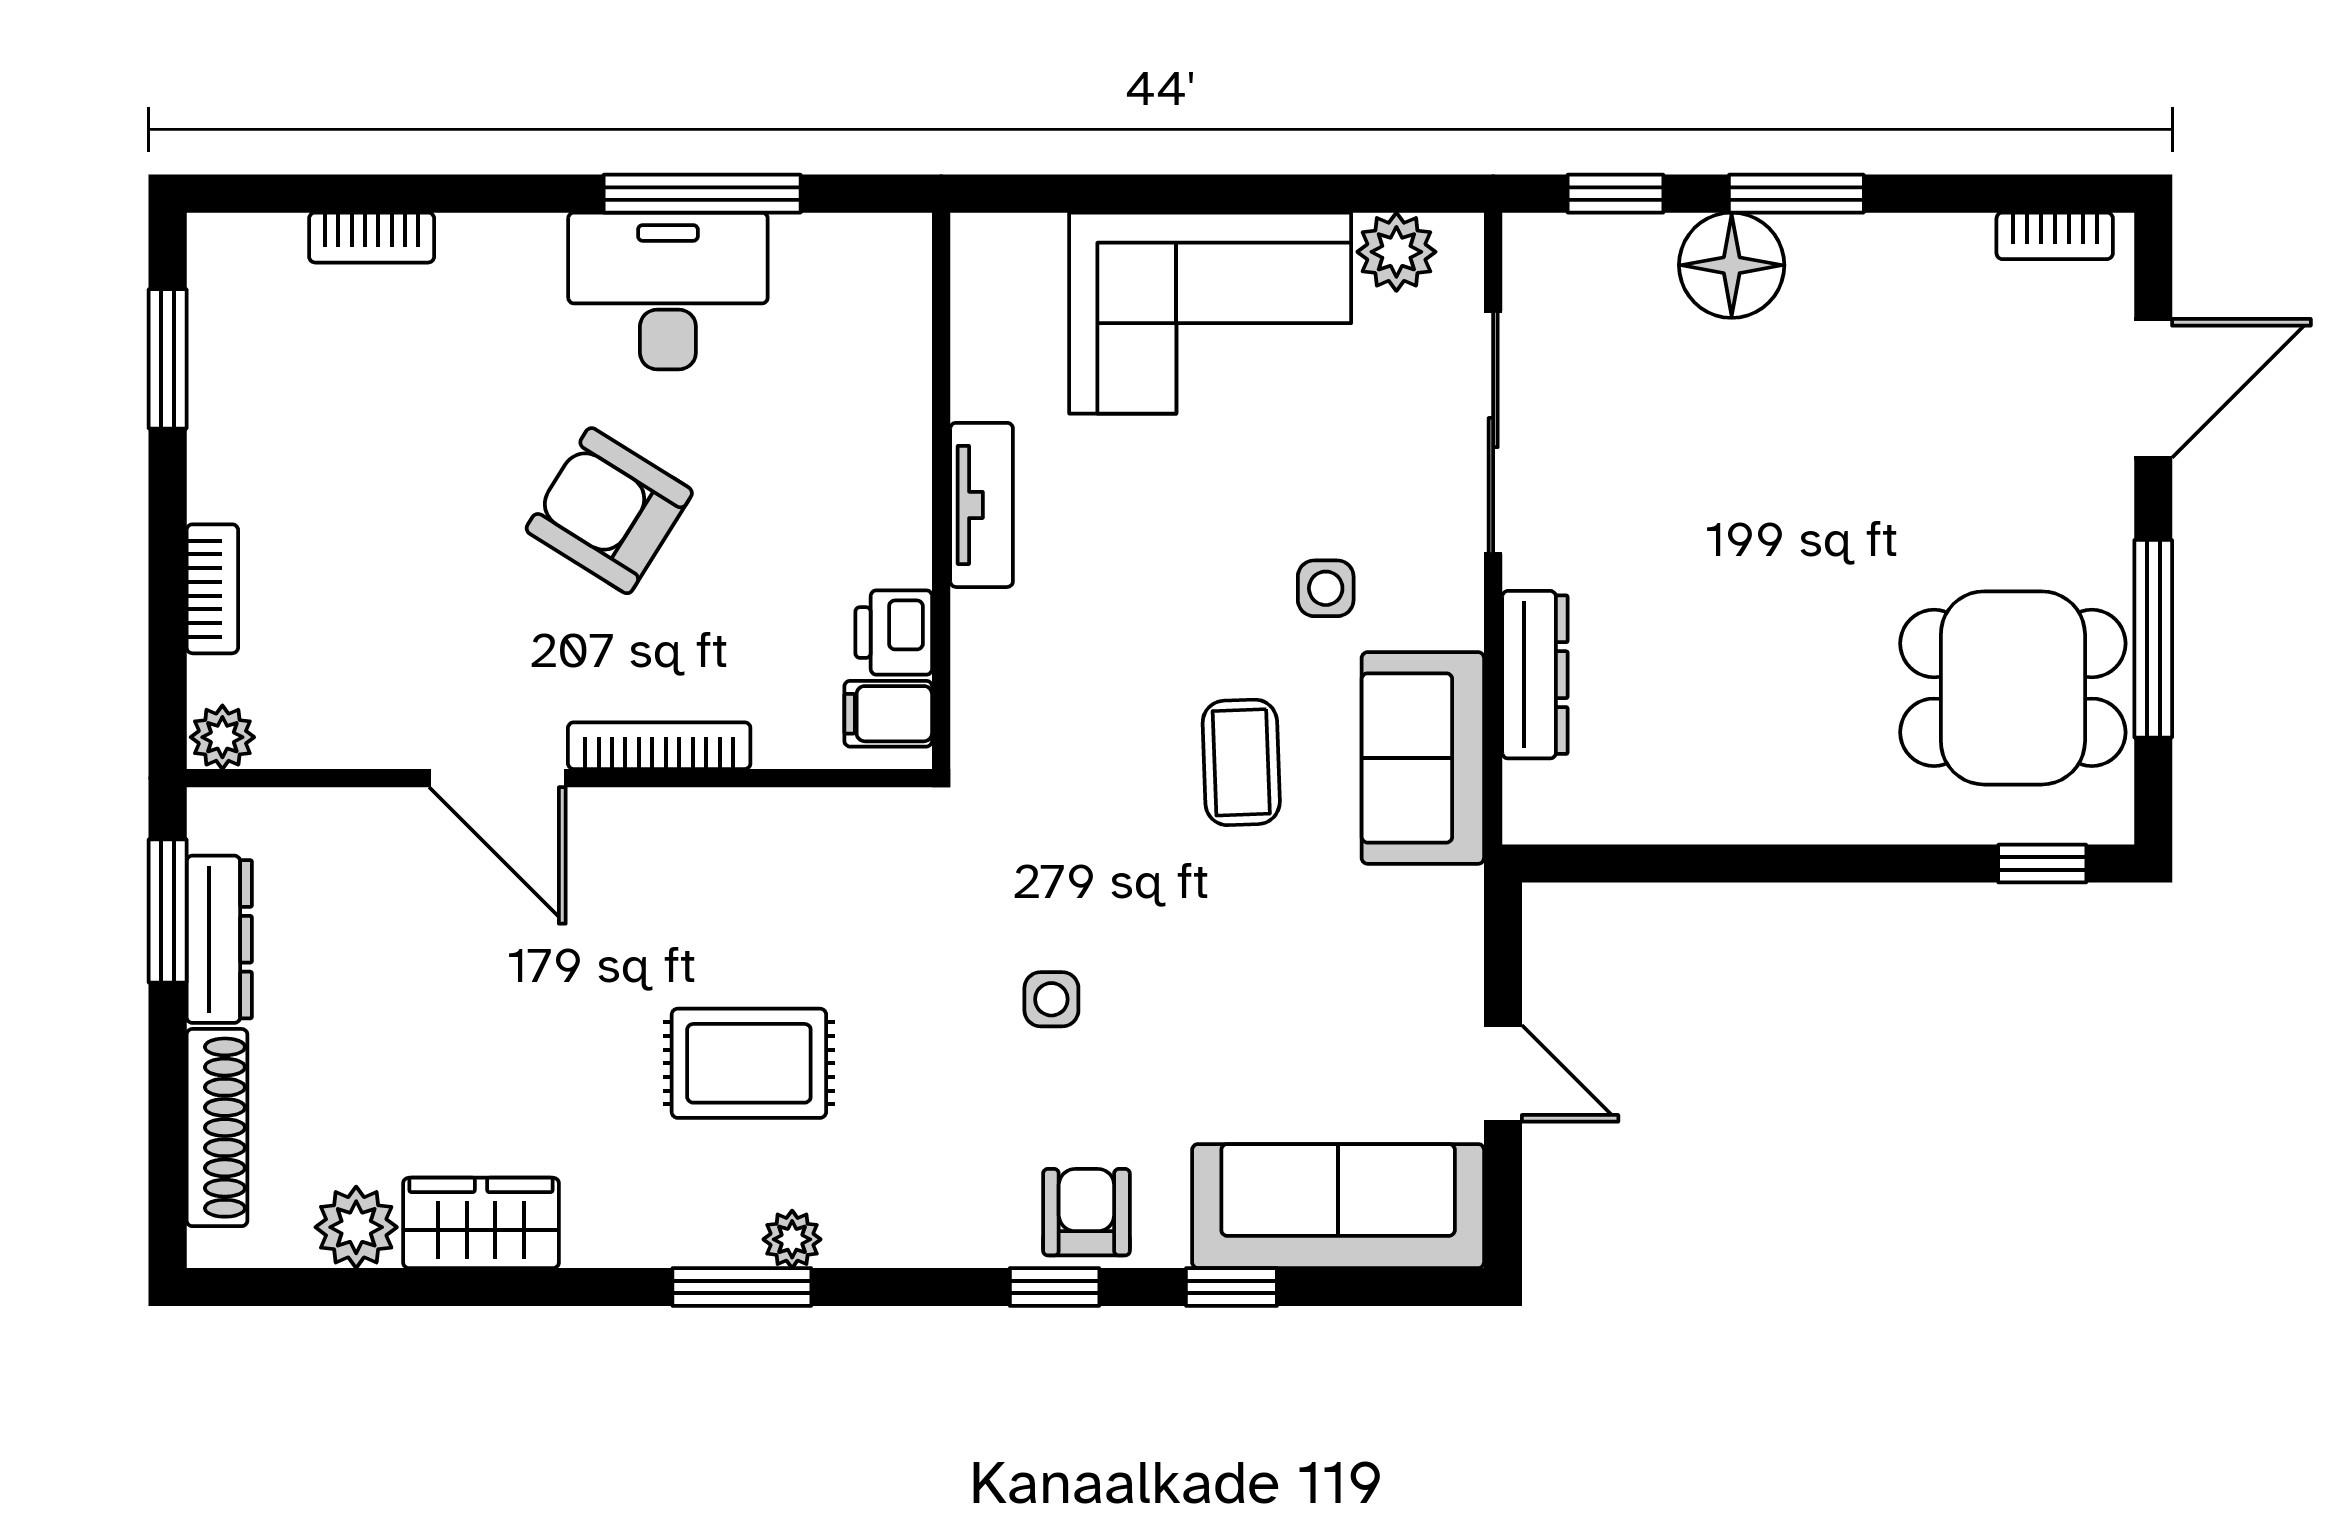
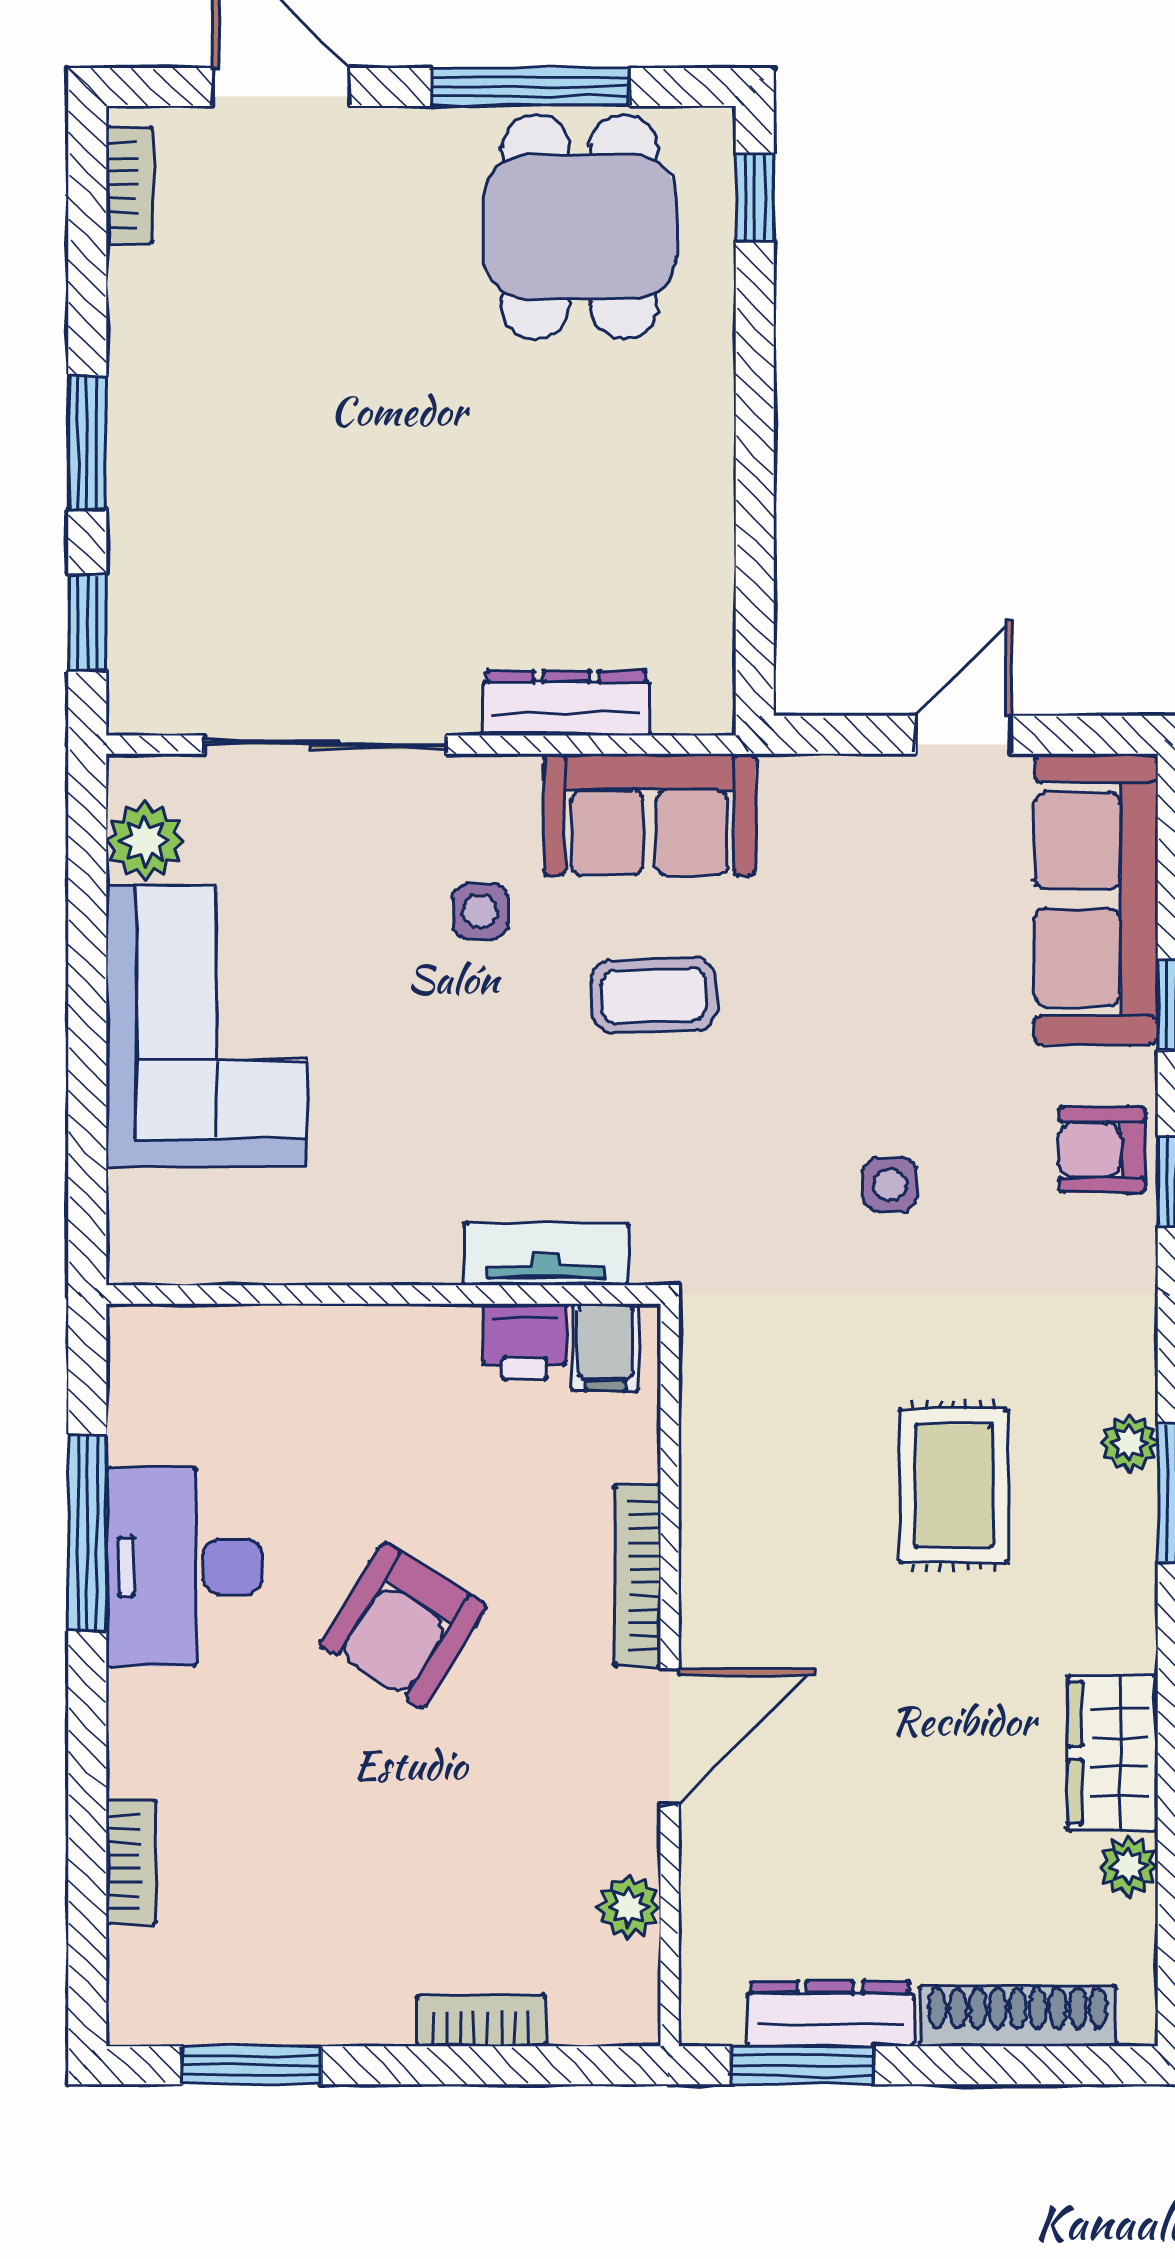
floor lamp: (1732, 265) -> (159, 507), removed
tv unit: (982, 505) -> (546, 1254), moved
plant: (222, 737) -> (629, 1907), moved
plant: (356, 1227) -> (1128, 1866), width x0.73, depth x0.73

